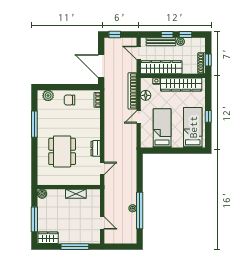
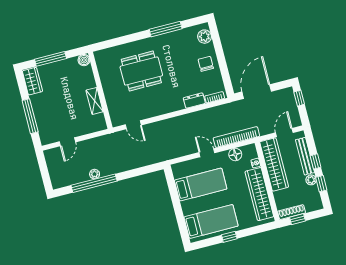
dresser: (96, 148) -> (194, 101), moved

